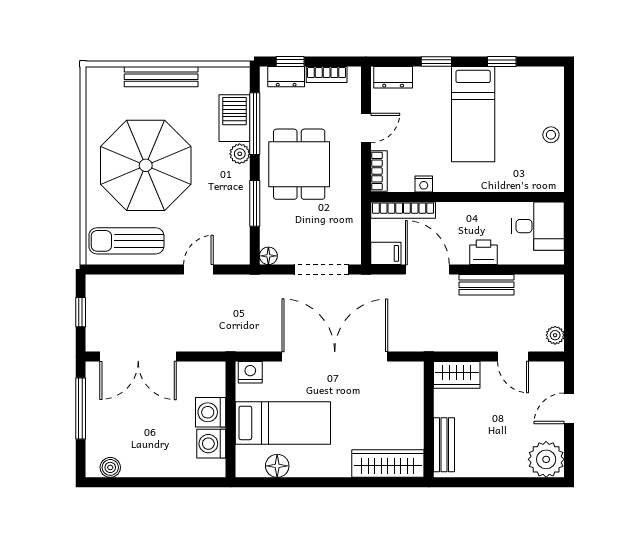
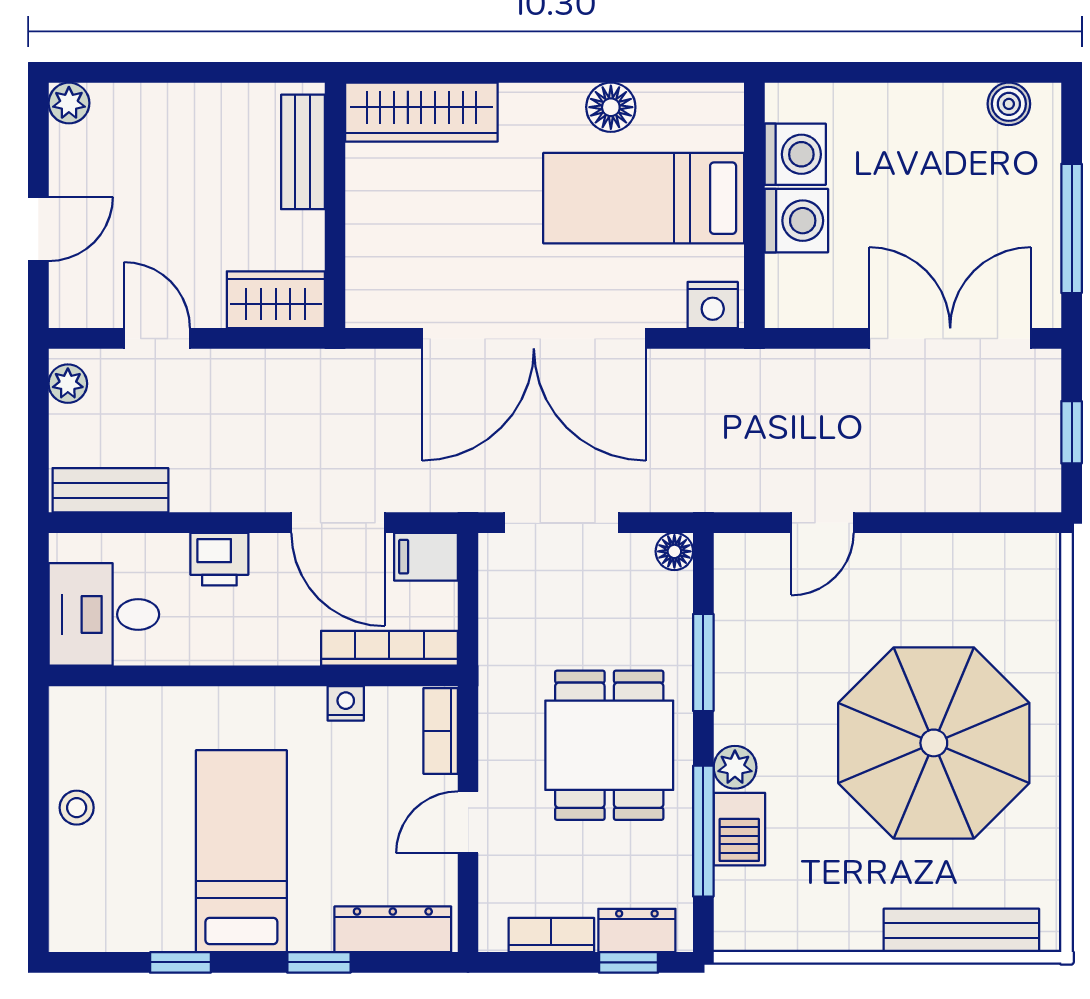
bench: (161, 77) -> (961, 930), moved
dresser: (393, 77) -> (393, 929), width x1.44
barbecue: (234, 118) -> (739, 829), width x0.73, depth x0.79
sun lounger: (126, 241) -> (975, 583), removed
bench: (487, 285) -> (110, 490), moved
plant: (546, 459) -> (69, 103), width x0.53, depth x0.53
floor lamp: (277, 466) -> (611, 107), moved

